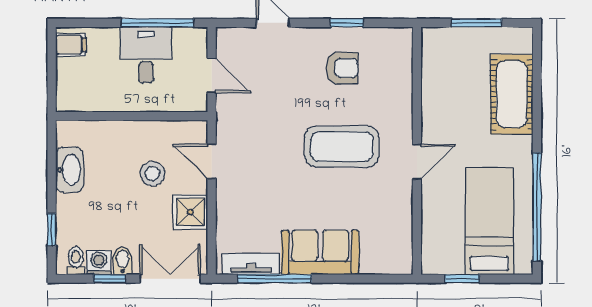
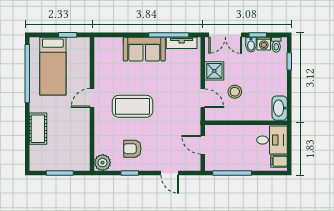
plant: (397, 42) -> (103, 163), added
desk: (146, 55) -> (272, 140), moved, turned -90
cot: (512, 94) -> (38, 129), width x0.73, depth x0.75
washbasin: (70, 170) -> (280, 108), moved

